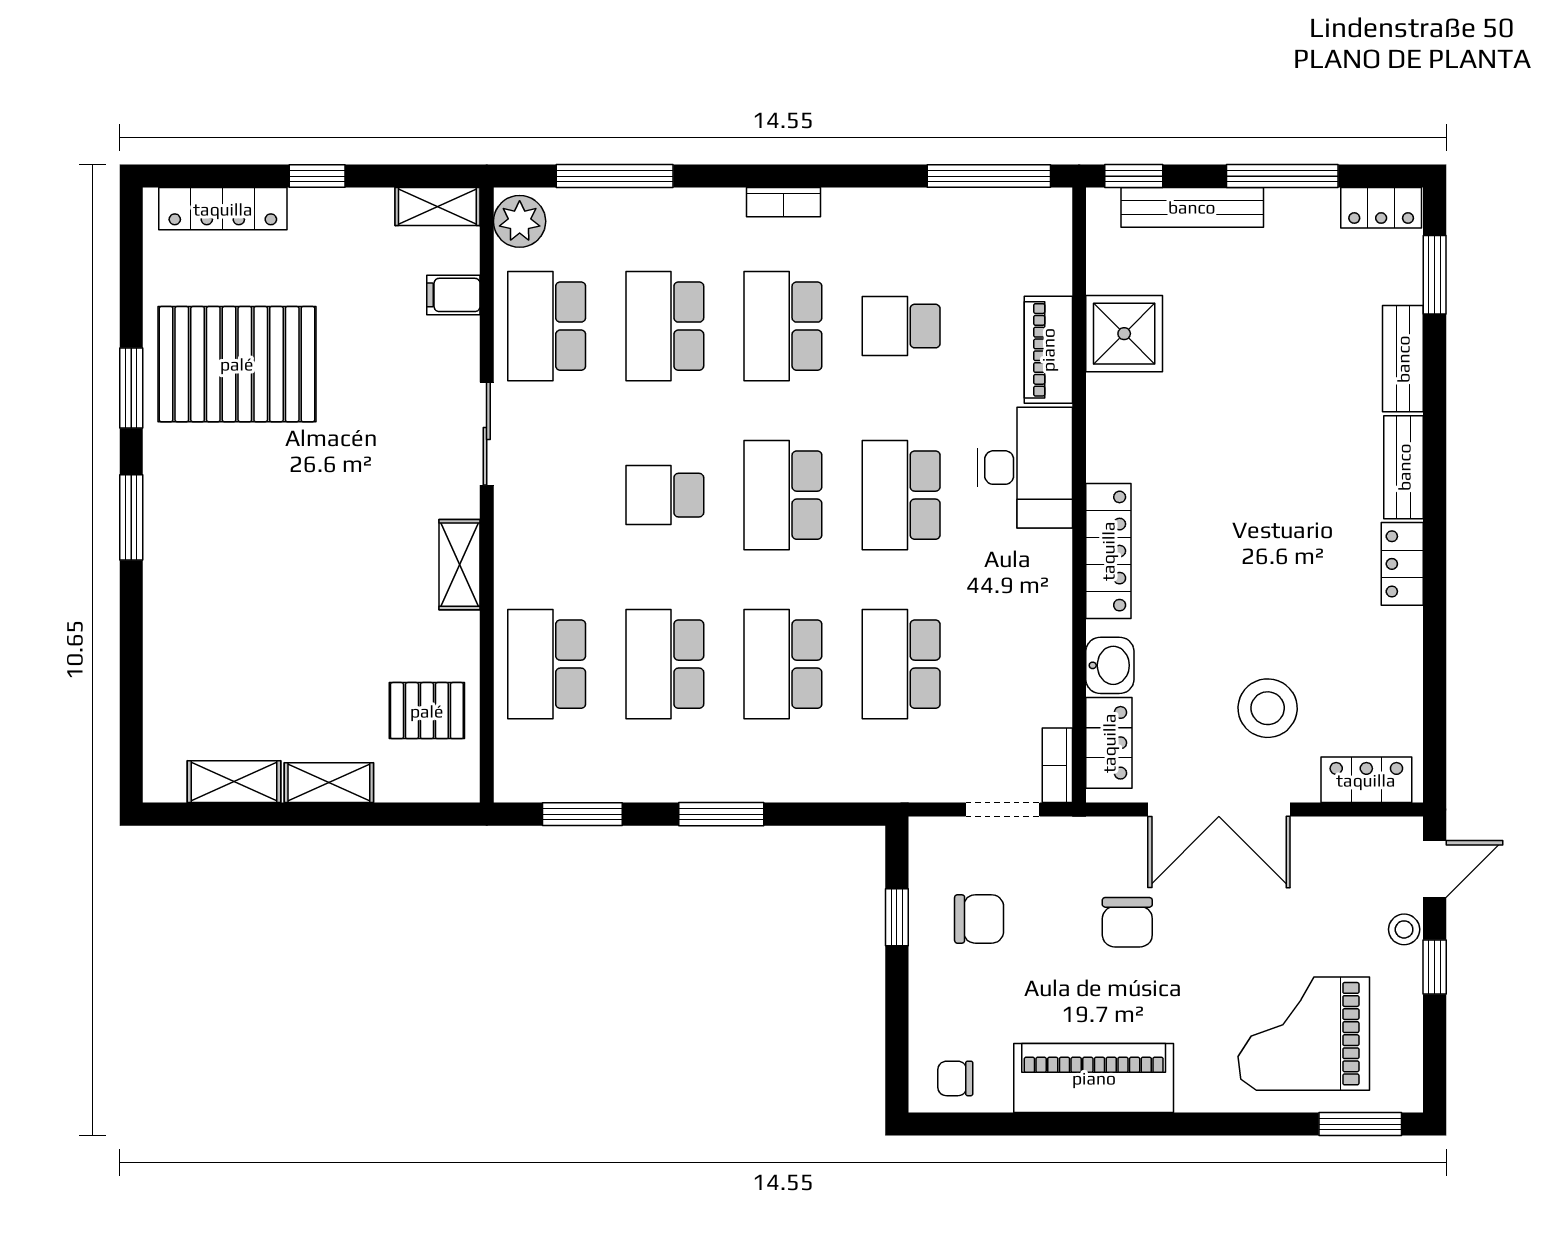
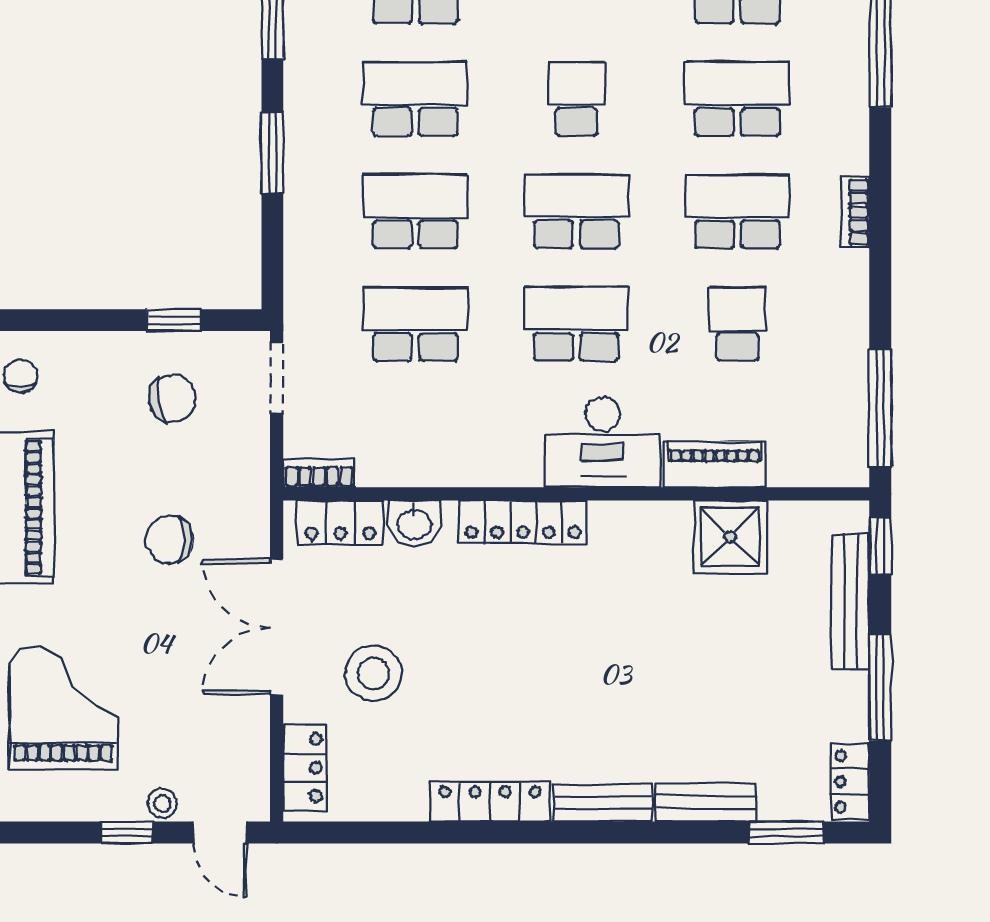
locker: (1402, 564) -> (490, 802), width x1.53
doorway: (1003, 810) -> (277, 378), moved
chair: (979, 919) -> (172, 398), turned -100

